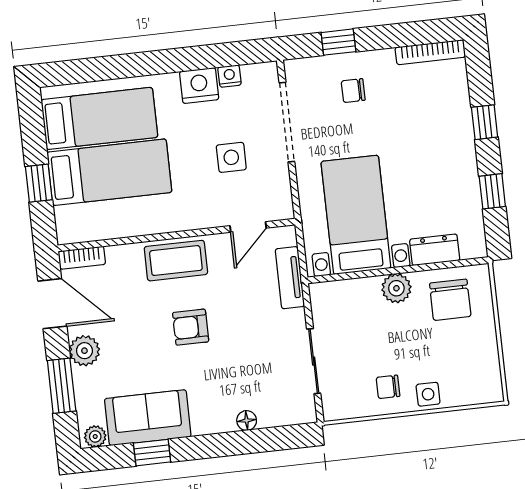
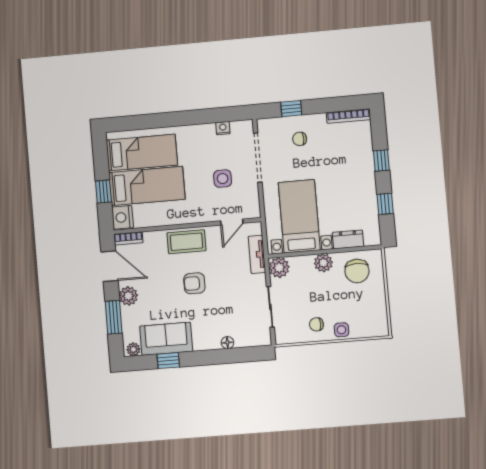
nightstand: (199, 86) -> (123, 217), moved, turned -90
plant: (326, 298) -> (279, 268), added

